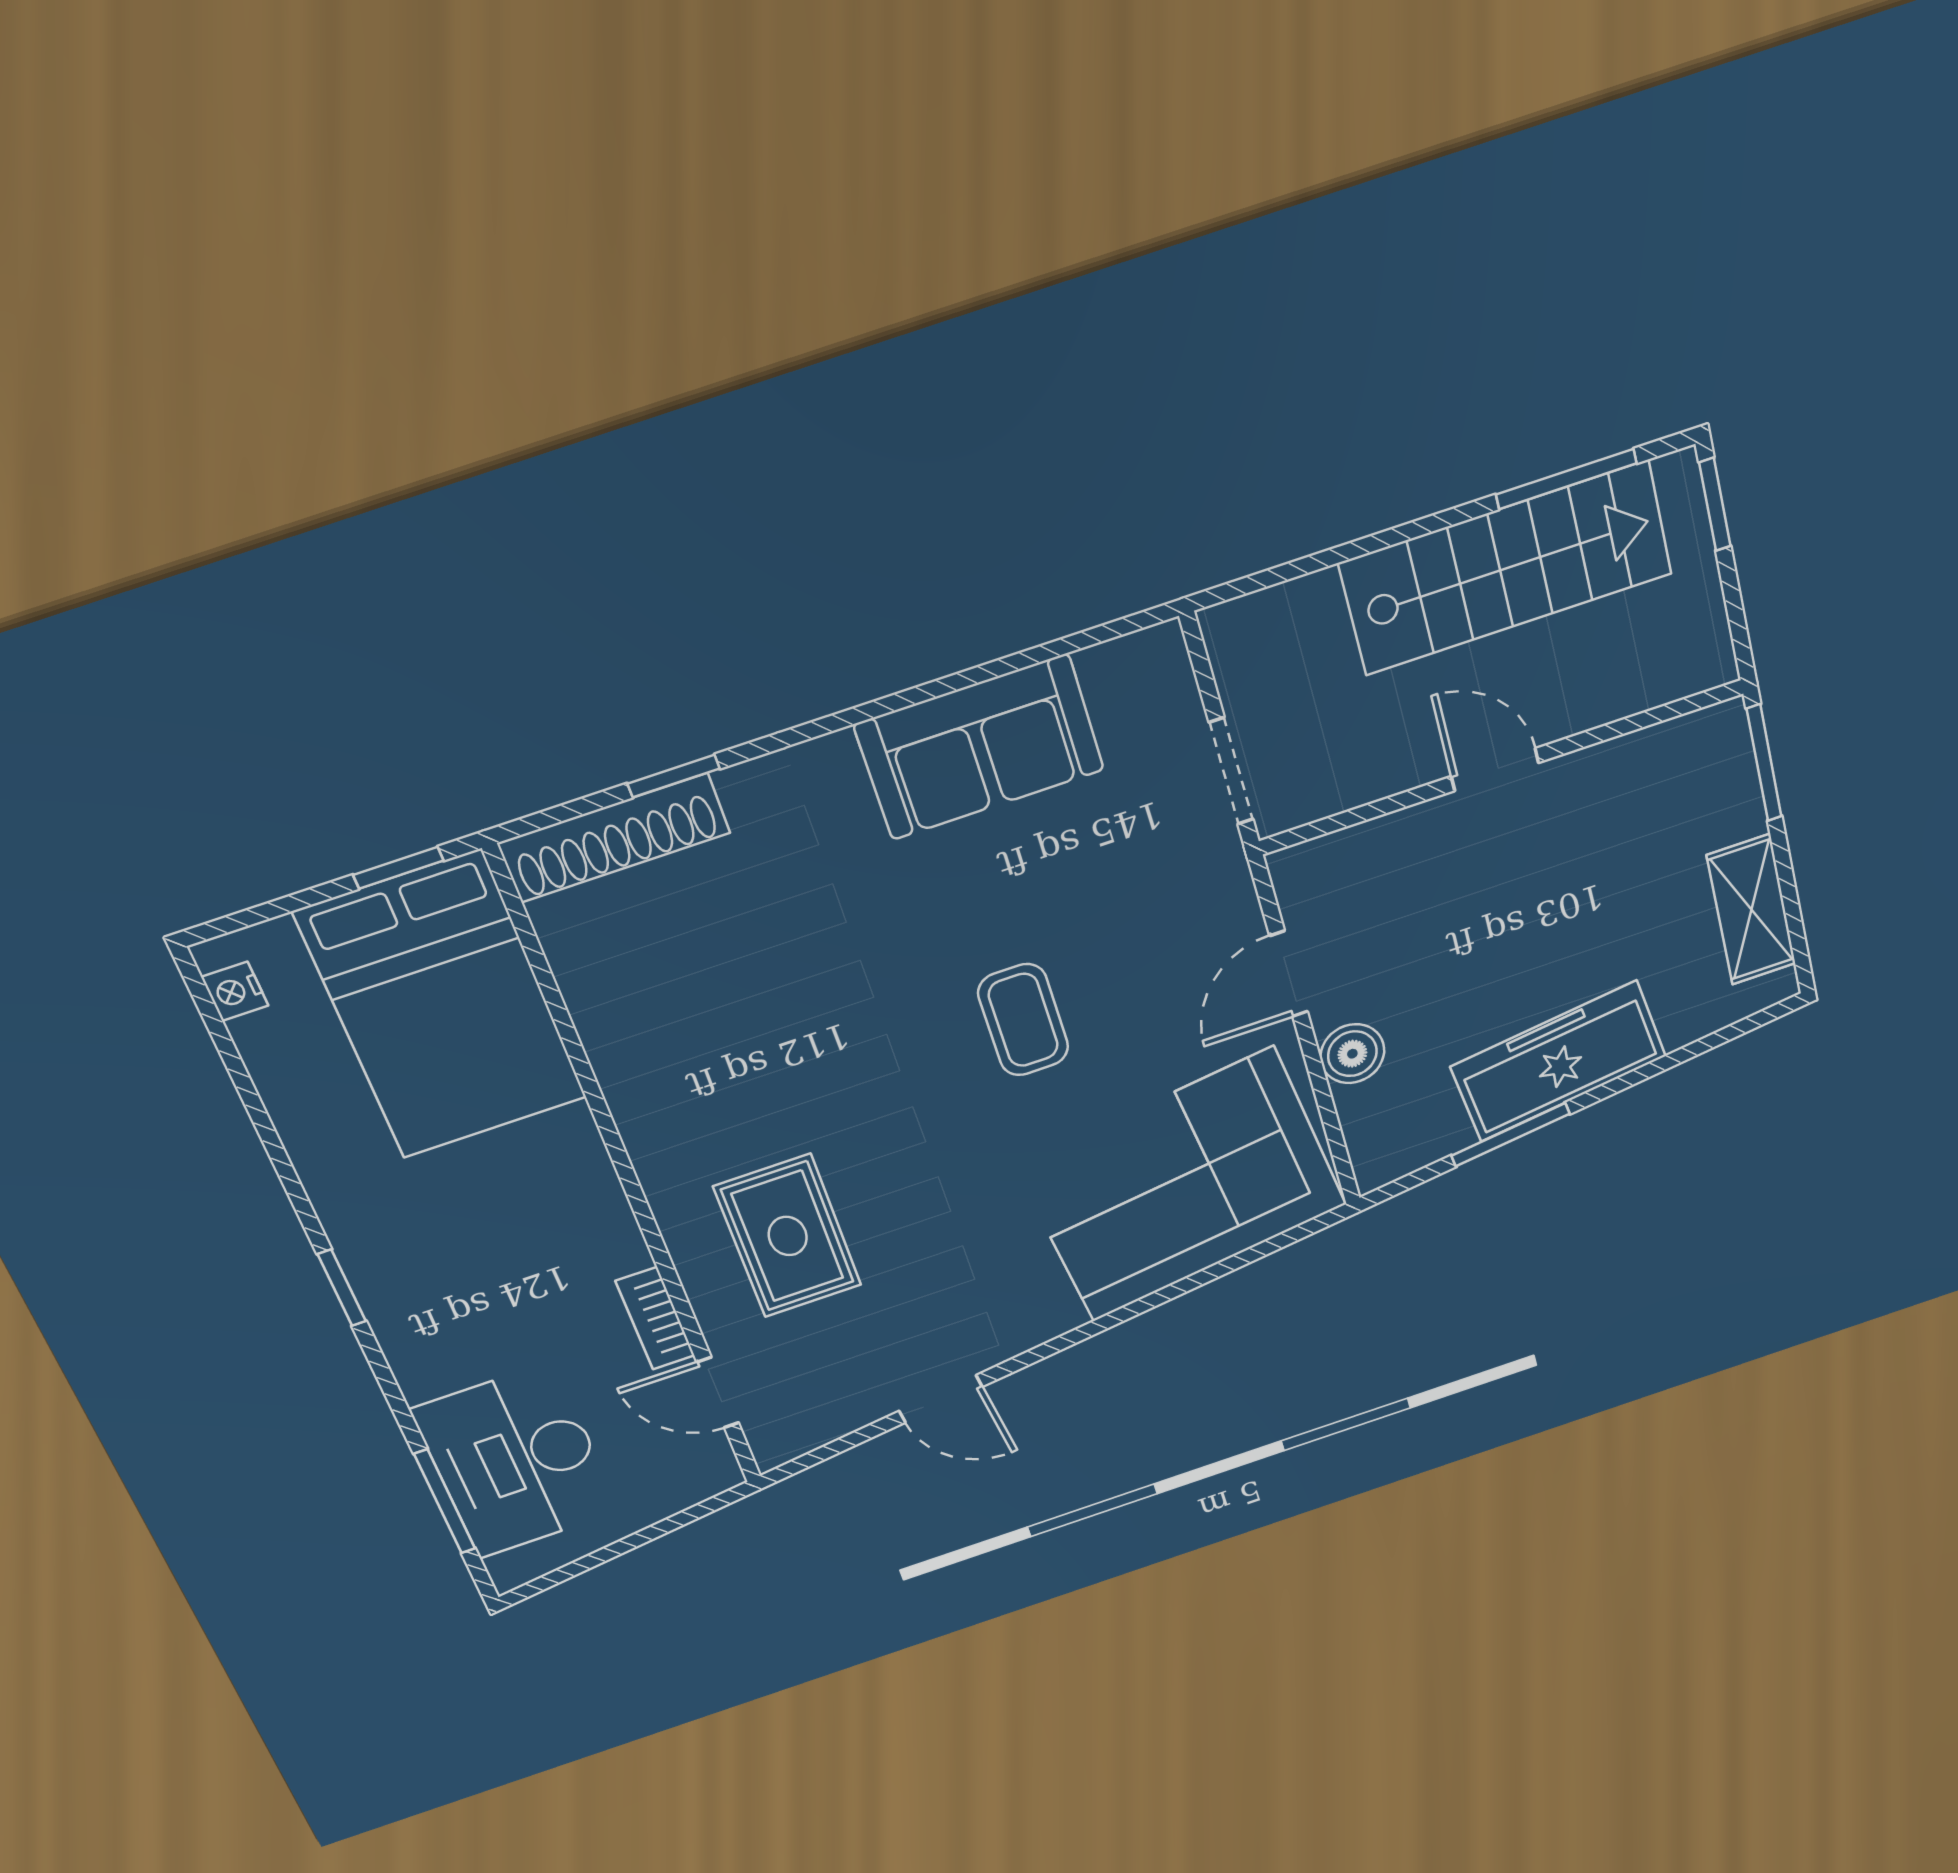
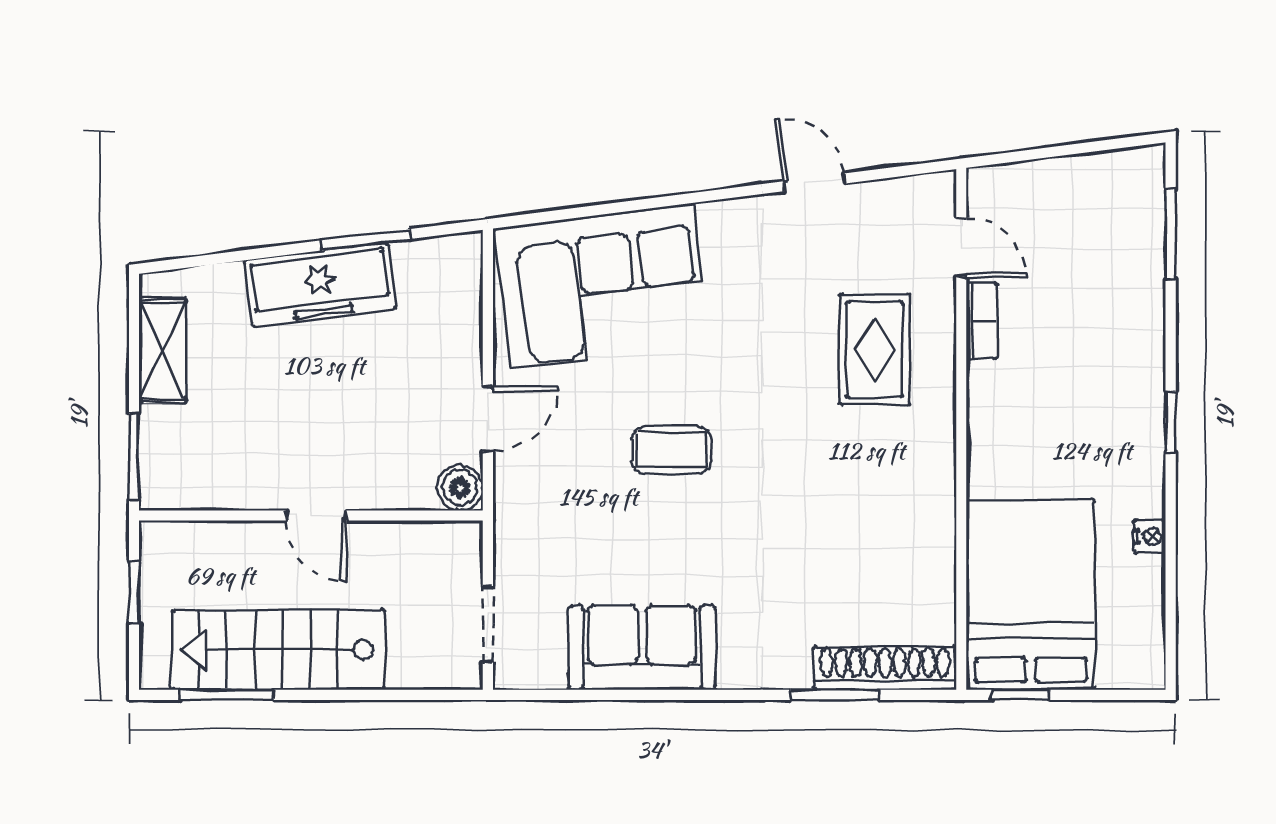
window: (1715, 504) -> (134, 593), moved
doorway: (1231, 771) -> (488, 624), moved
window: (674, 776) -> (835, 695), width x1.50
nightstand: (235, 991) -> (1150, 537), moved
coffee table: (1023, 1020) -> (671, 450), turned 90
boiler: (1352, 1054) -> (460, 488), moved
desk: (516, 1461) -> (1112, 247), removed

